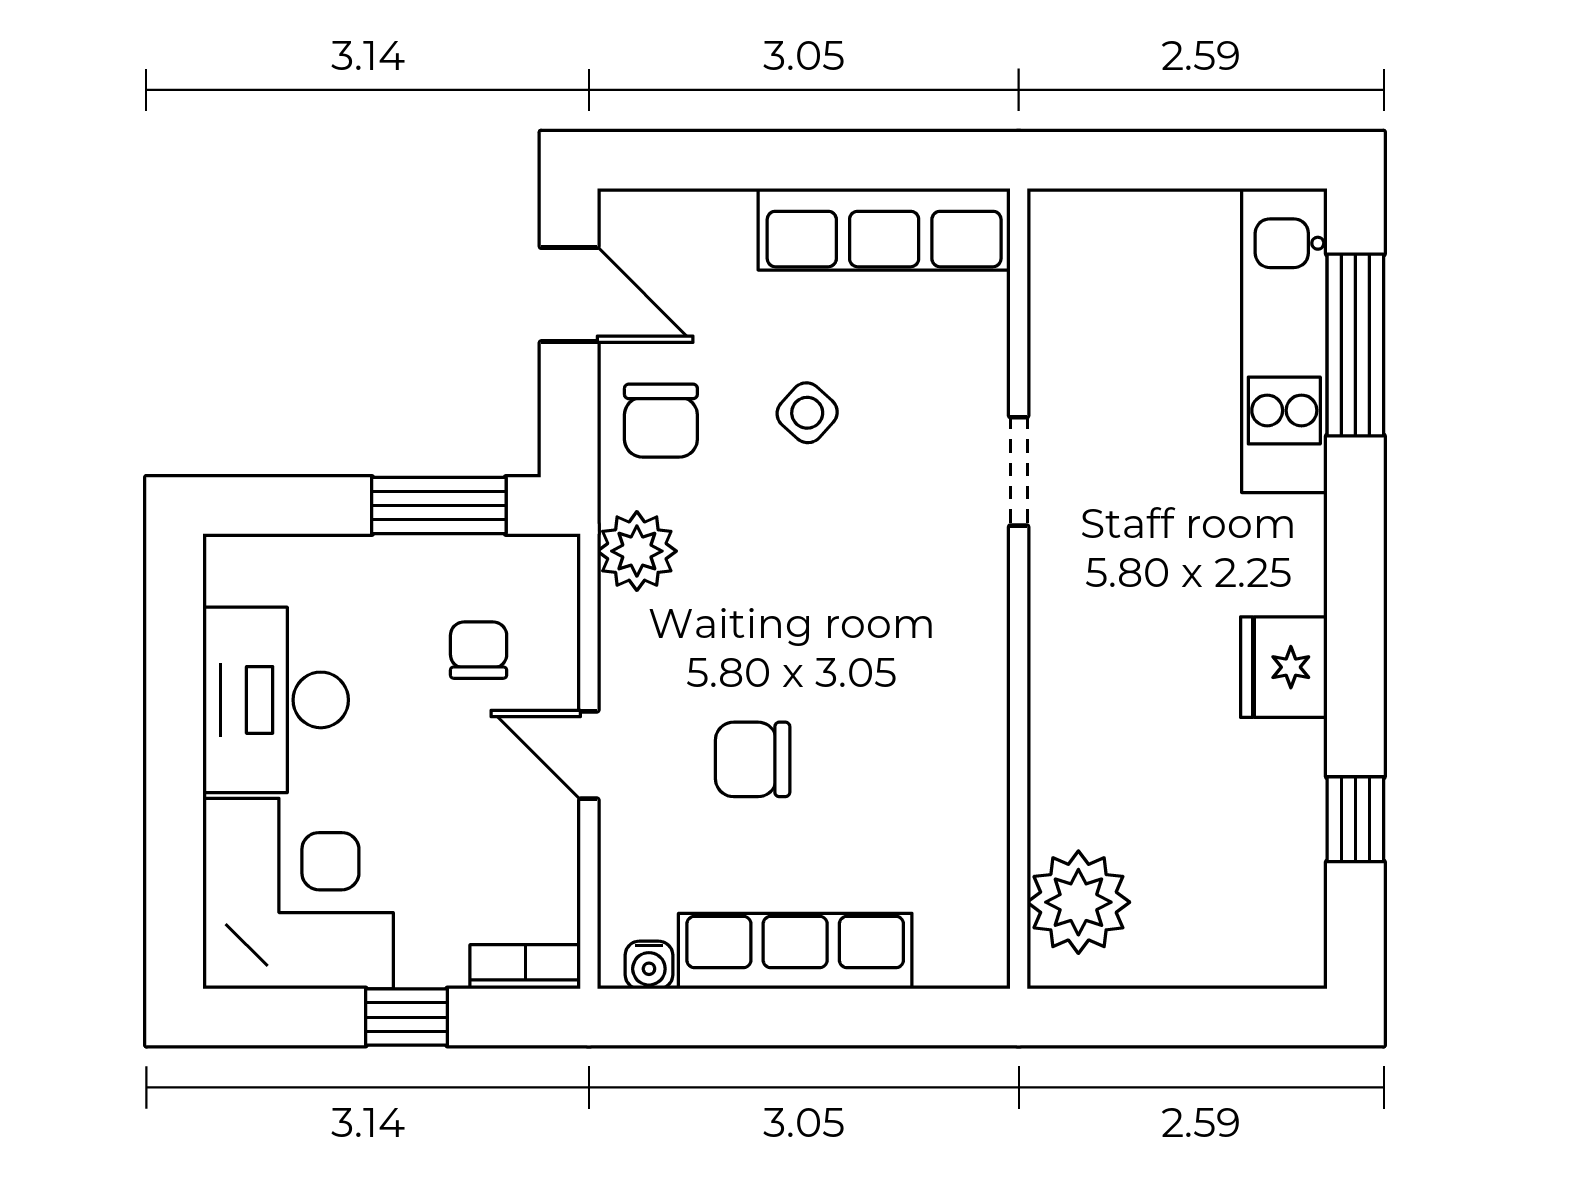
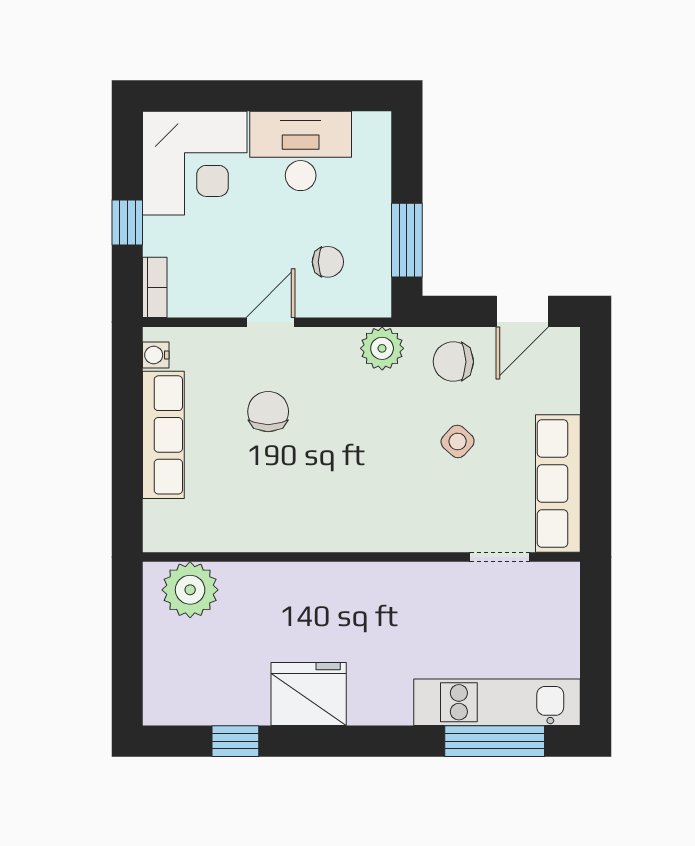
doorway: (1019, 471) -> (500, 557), moved
fridge: (1284, 667) -> (309, 694), width x1.36, depth x1.34

